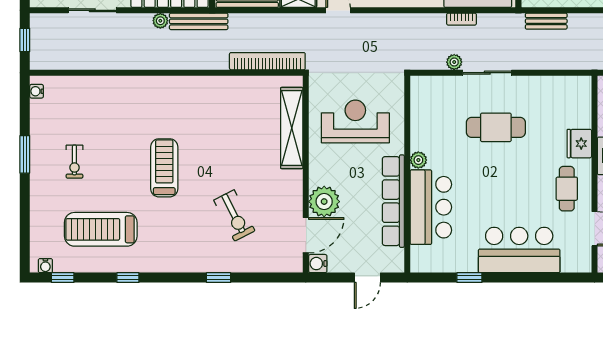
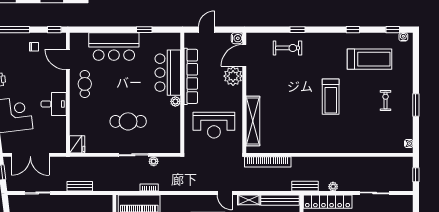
bench: (199, 21) -> (305, 186), width x0.73
bench: (546, 21) -> (80, 186), moved
fridge: (579, 144) -> (77, 144), moved
exercise bike: (234, 215) -> (287, 48), moved, turned 117

